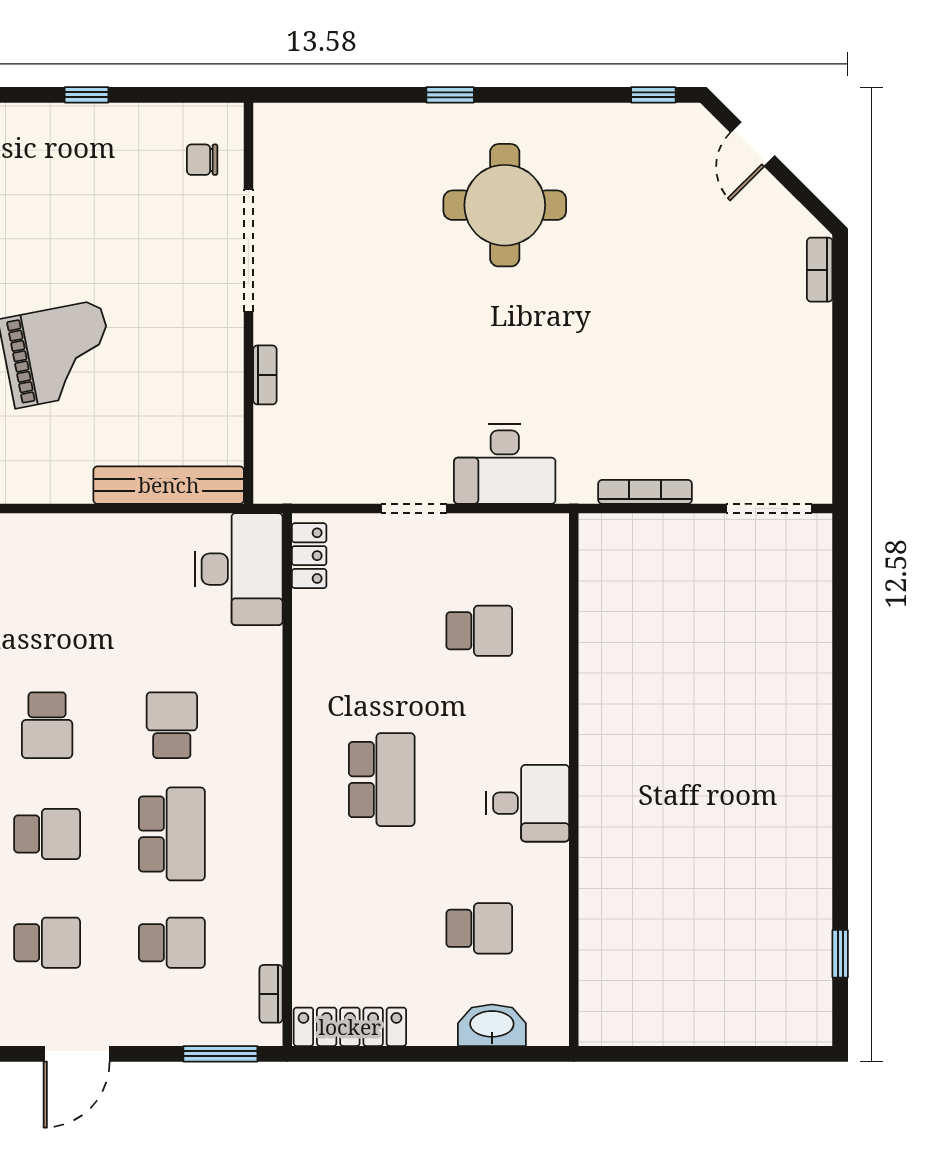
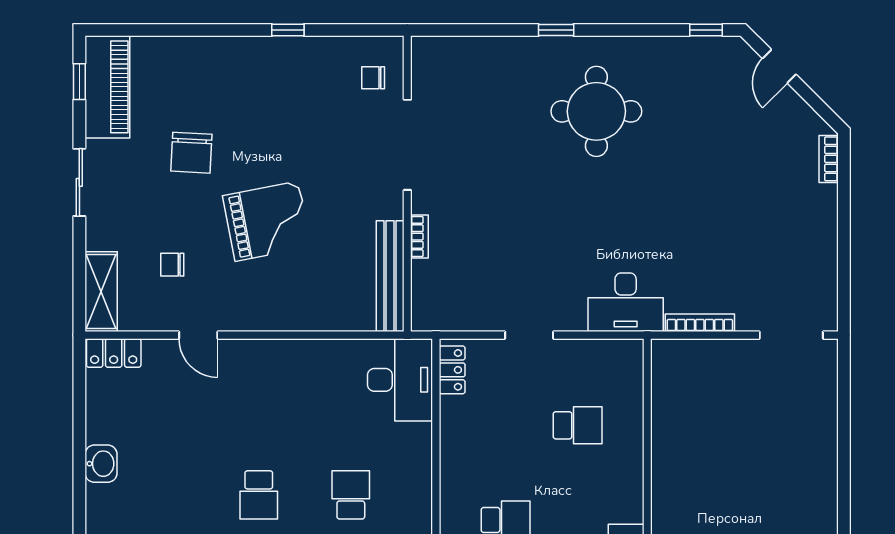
desk: (505, 464) -> (626, 302), moved
bench: (169, 485) -> (390, 276), moved, turned 90

